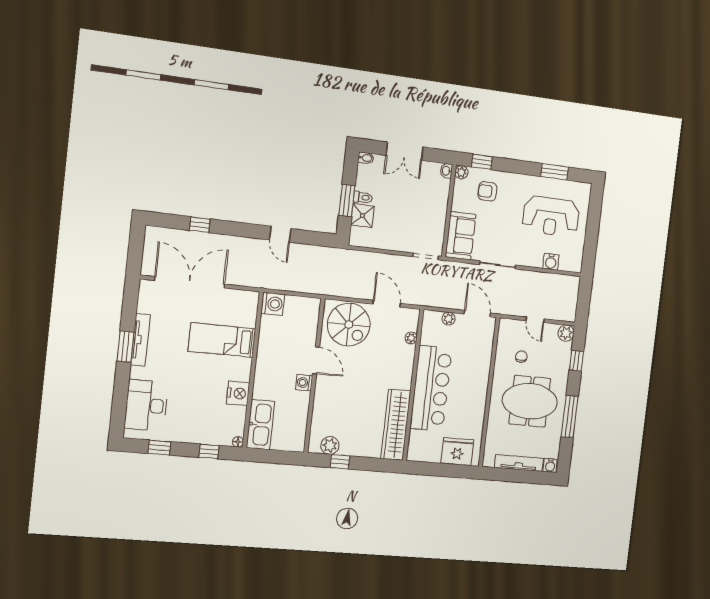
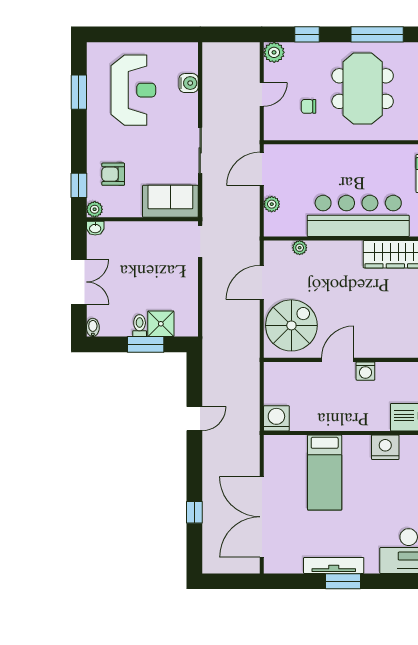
armchair: (487, 191) -> (113, 174), turned 90

